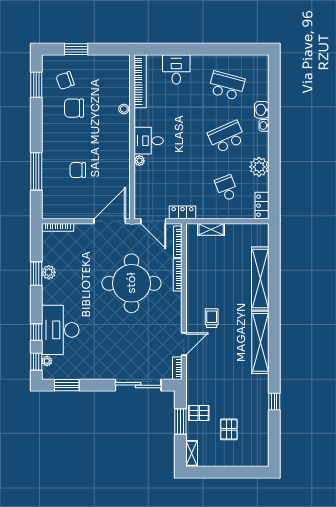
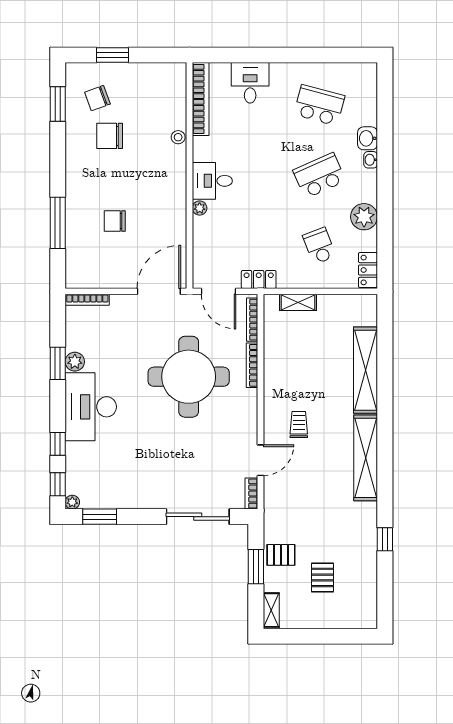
desk: (60, 330) -> (91, 407), moved
plant: (47, 361) -> (72, 502), moved

